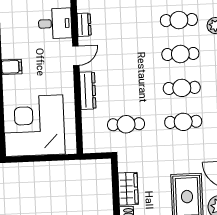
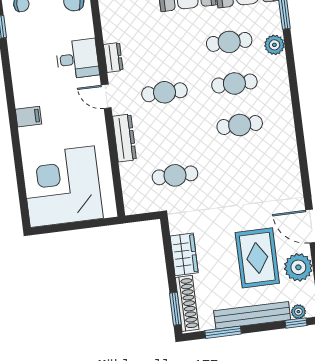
door: (76, 56) -> (106, 96), swing flipped
cafe table: (183, 122) -> (164, 92), moved

